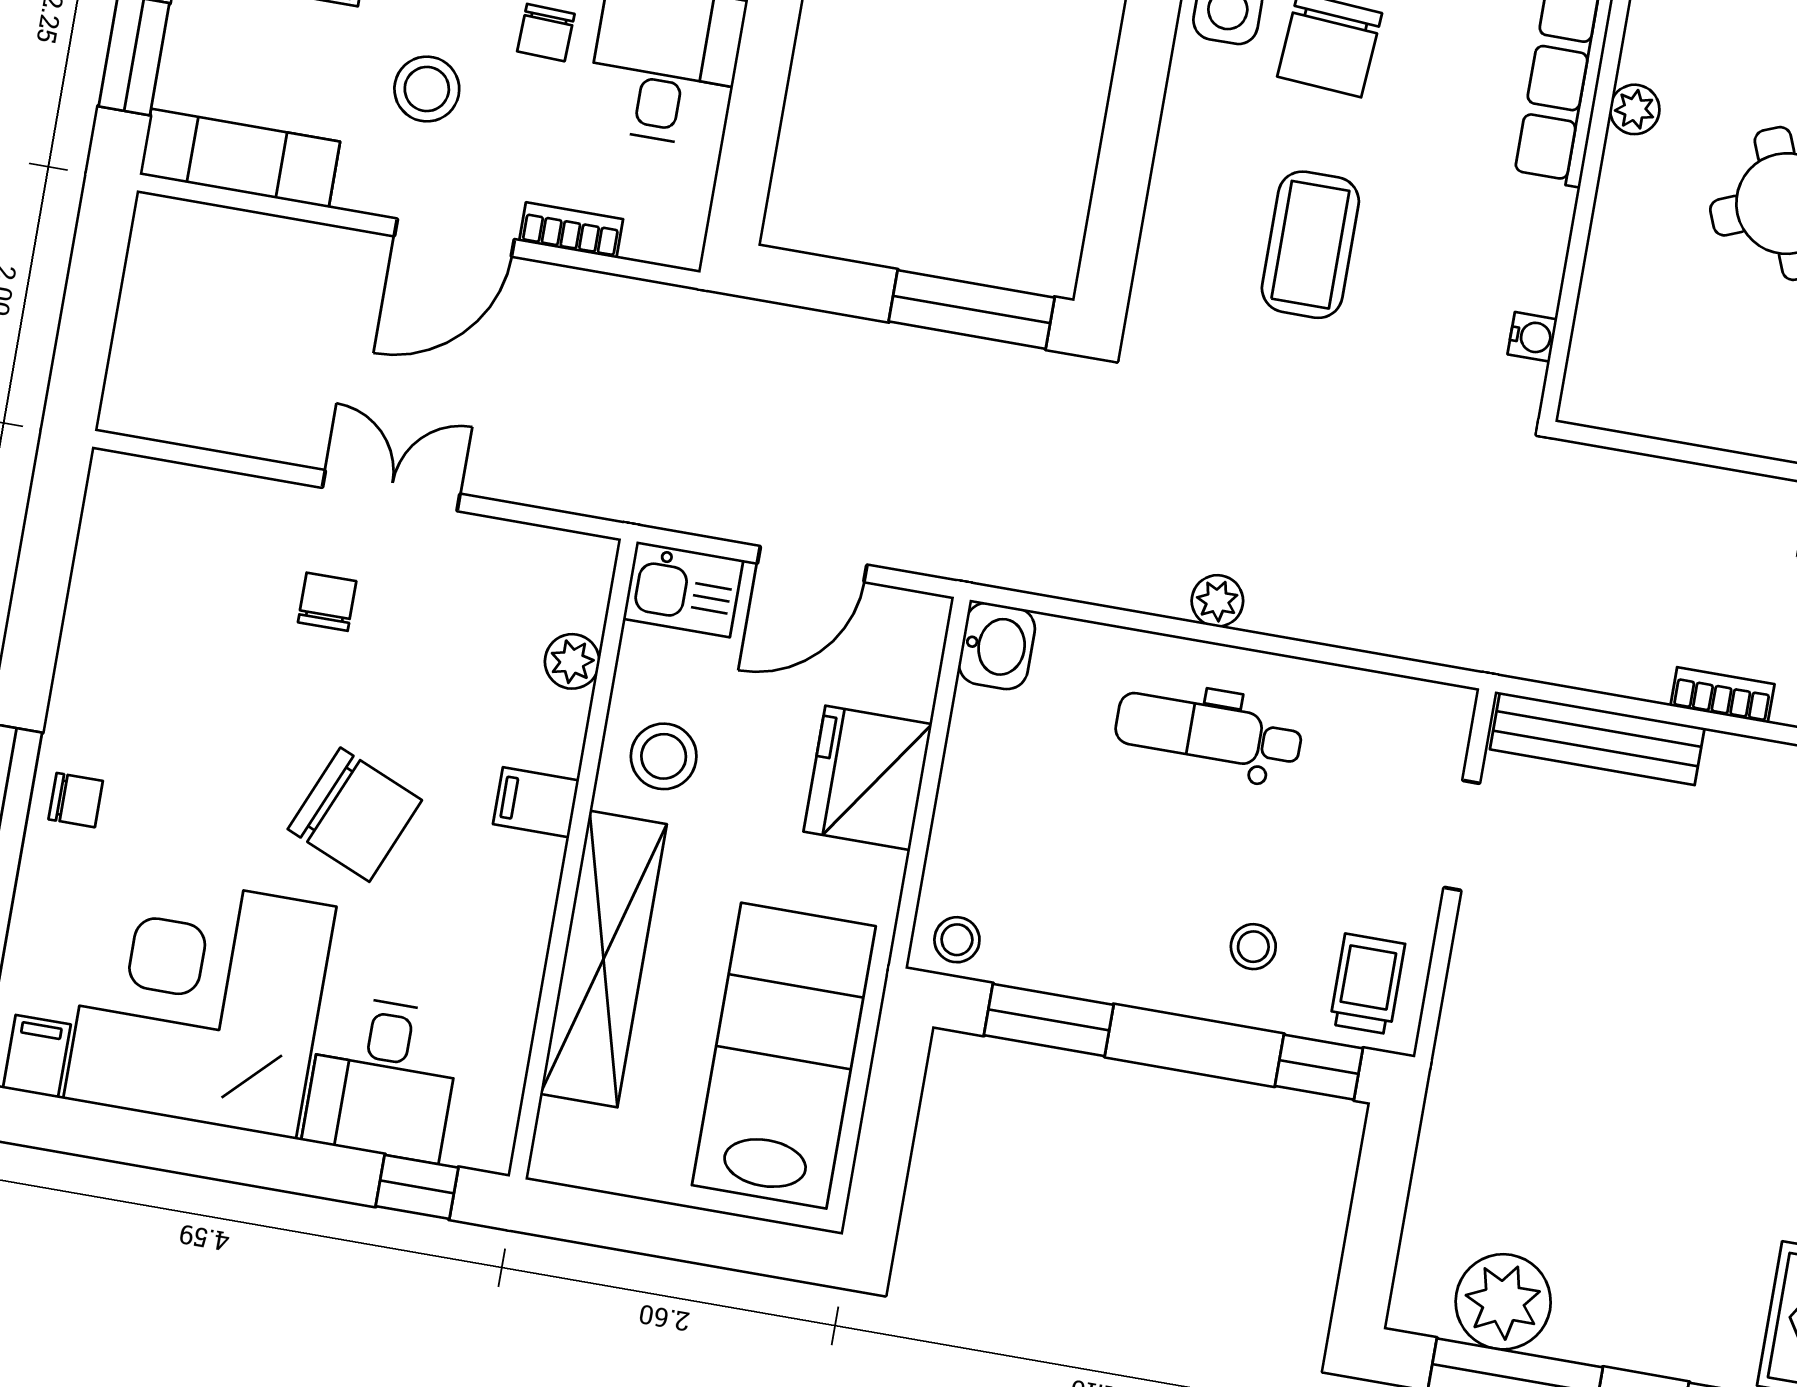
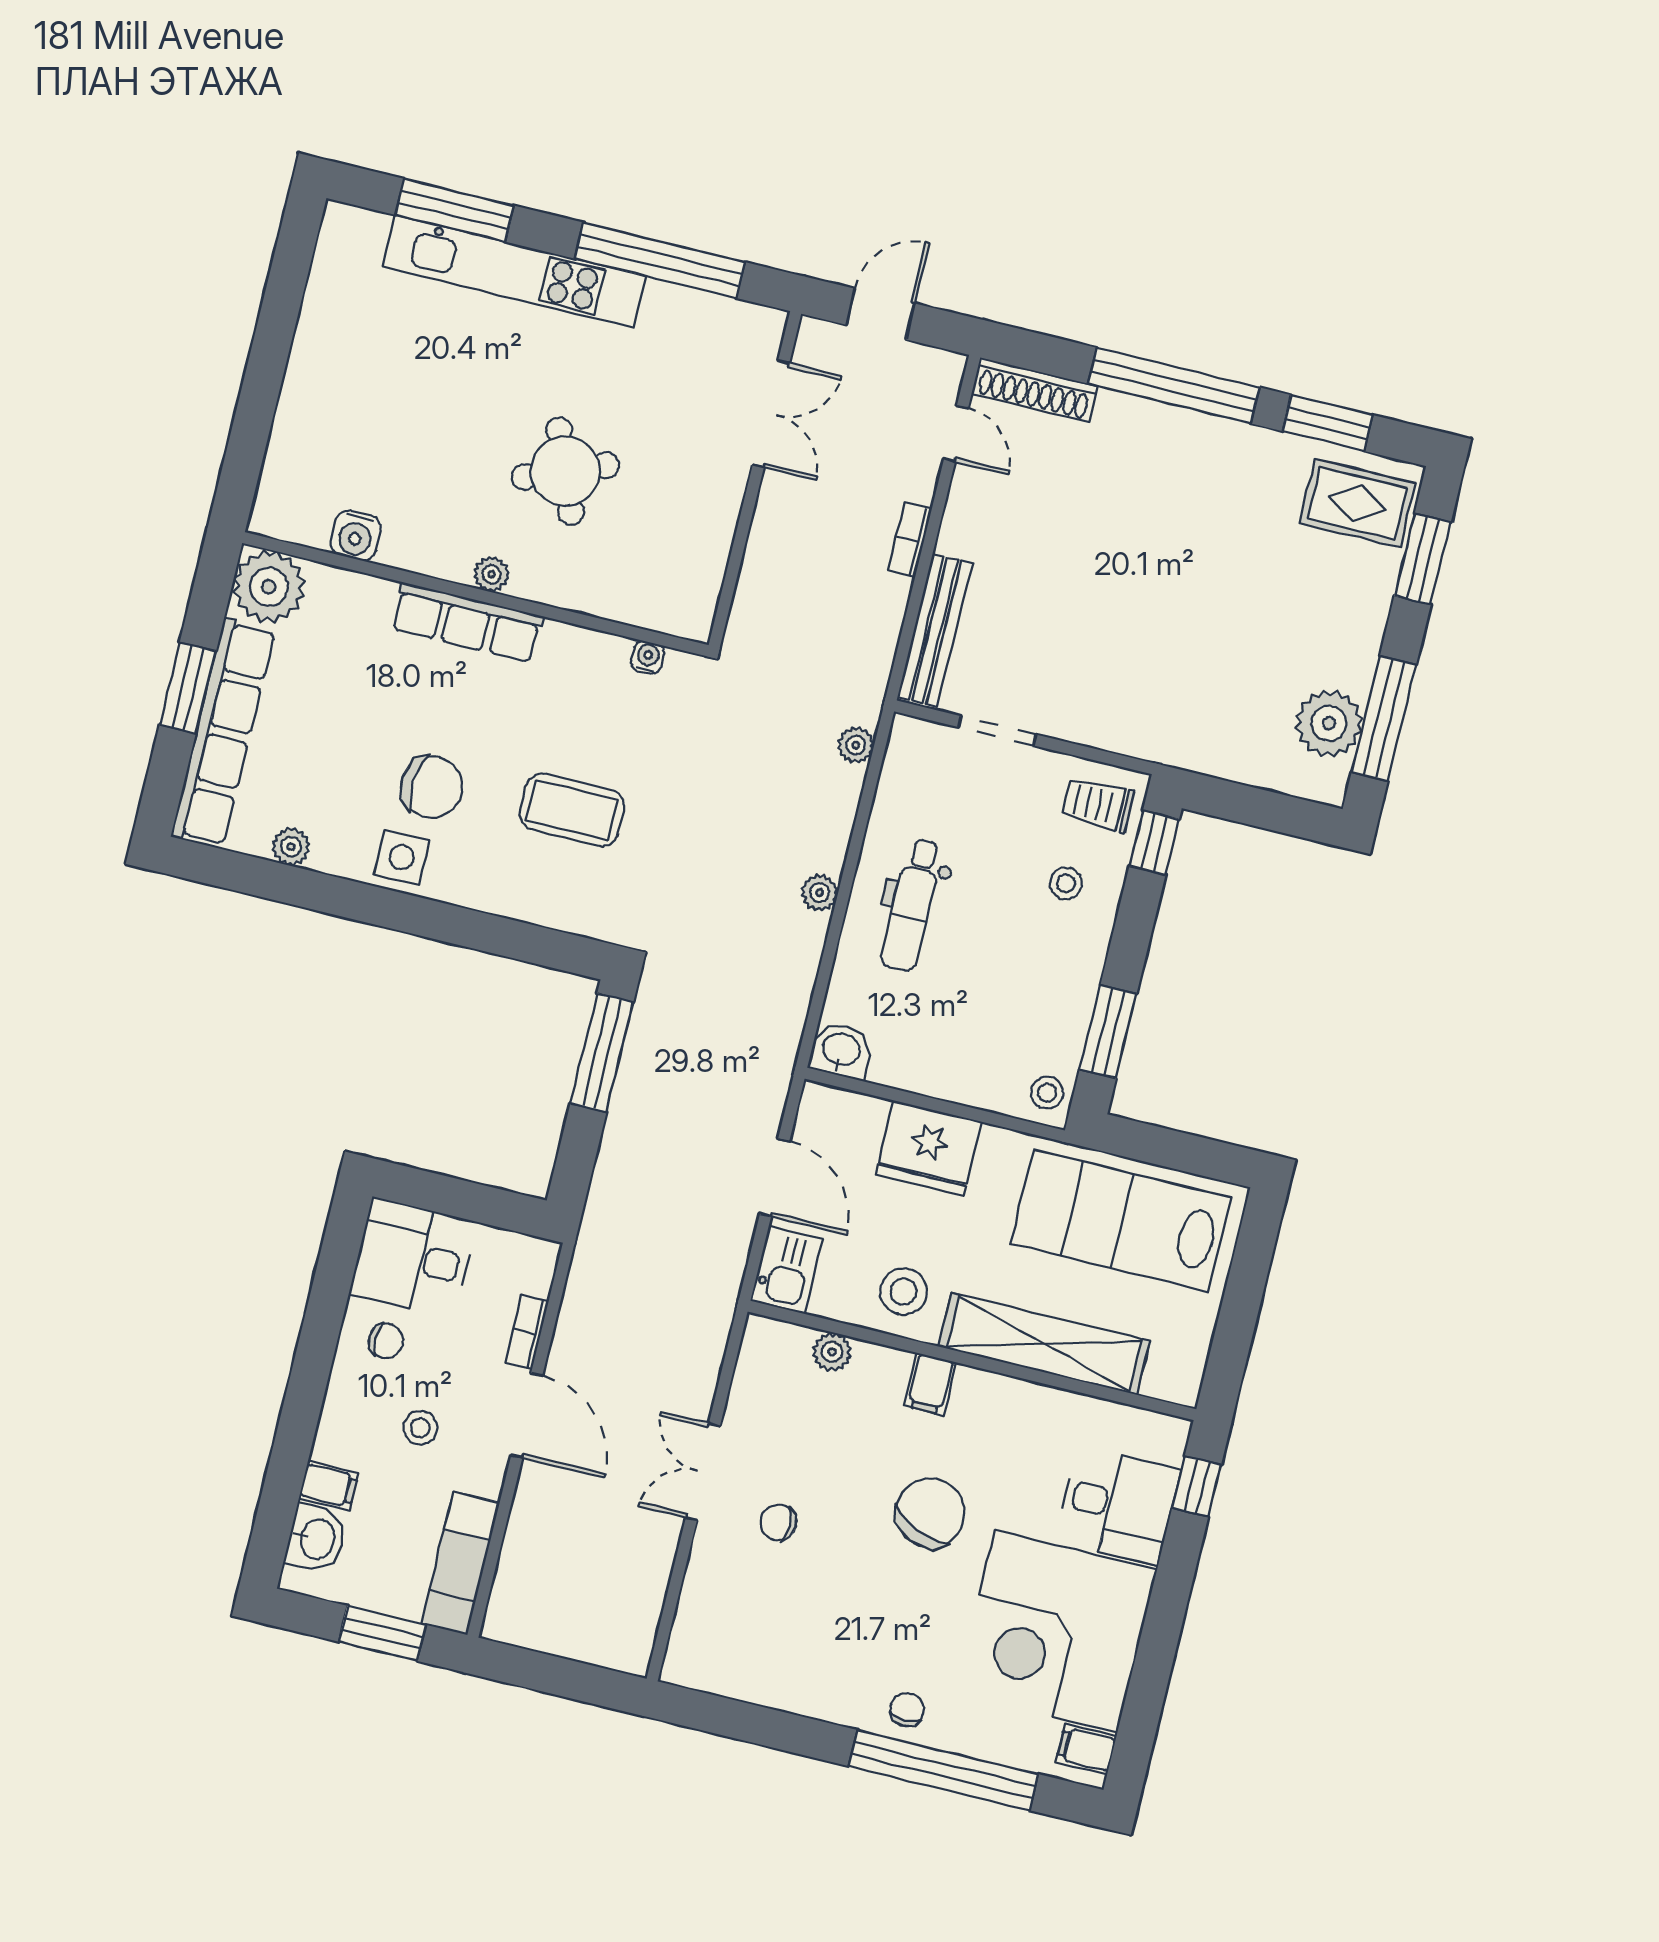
stool: (427, 89) -> (420, 1428), width x0.73, depth x0.73
plant: (1428, 638) -> (856, 745), added

